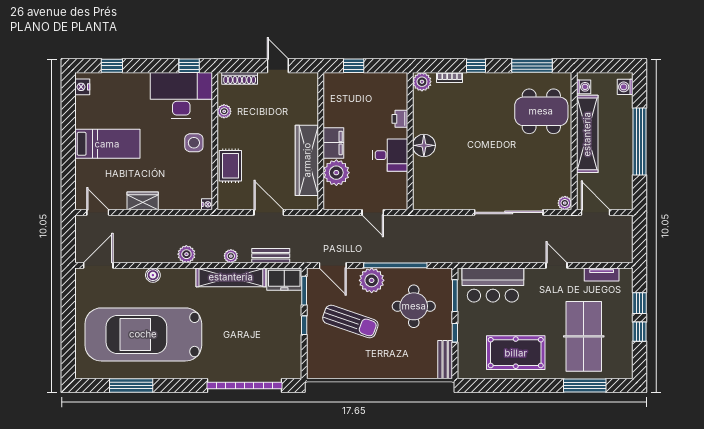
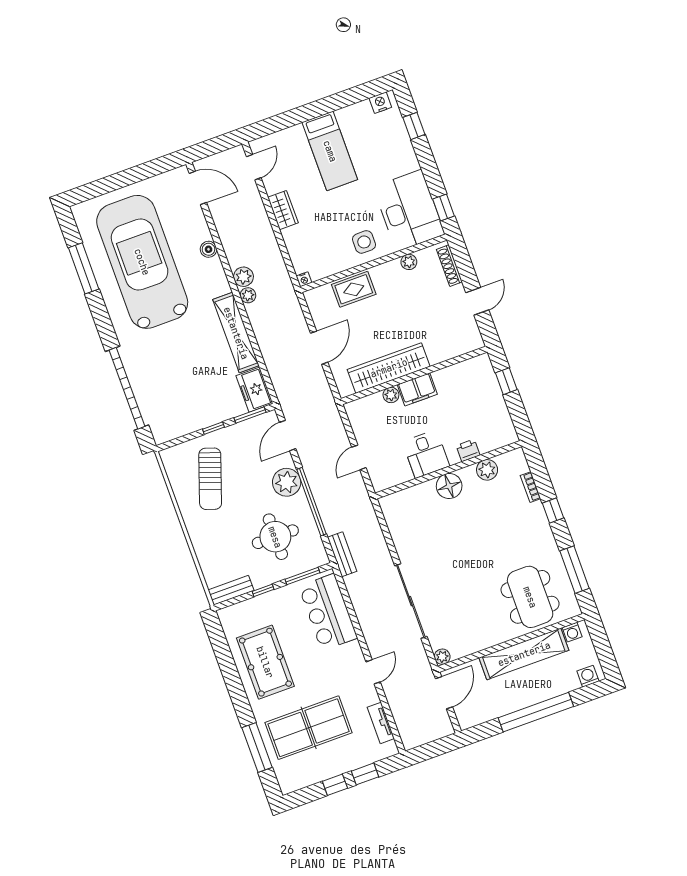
plant: (422, 82) -> (487, 470), moved
plant: (336, 173) -> (391, 395), width x0.53, depth x0.53
plant: (231, 256) -> (248, 295), moved
bench: (271, 256) -> (342, 554), moved
sun lounger: (350, 322) -> (210, 479), moved

